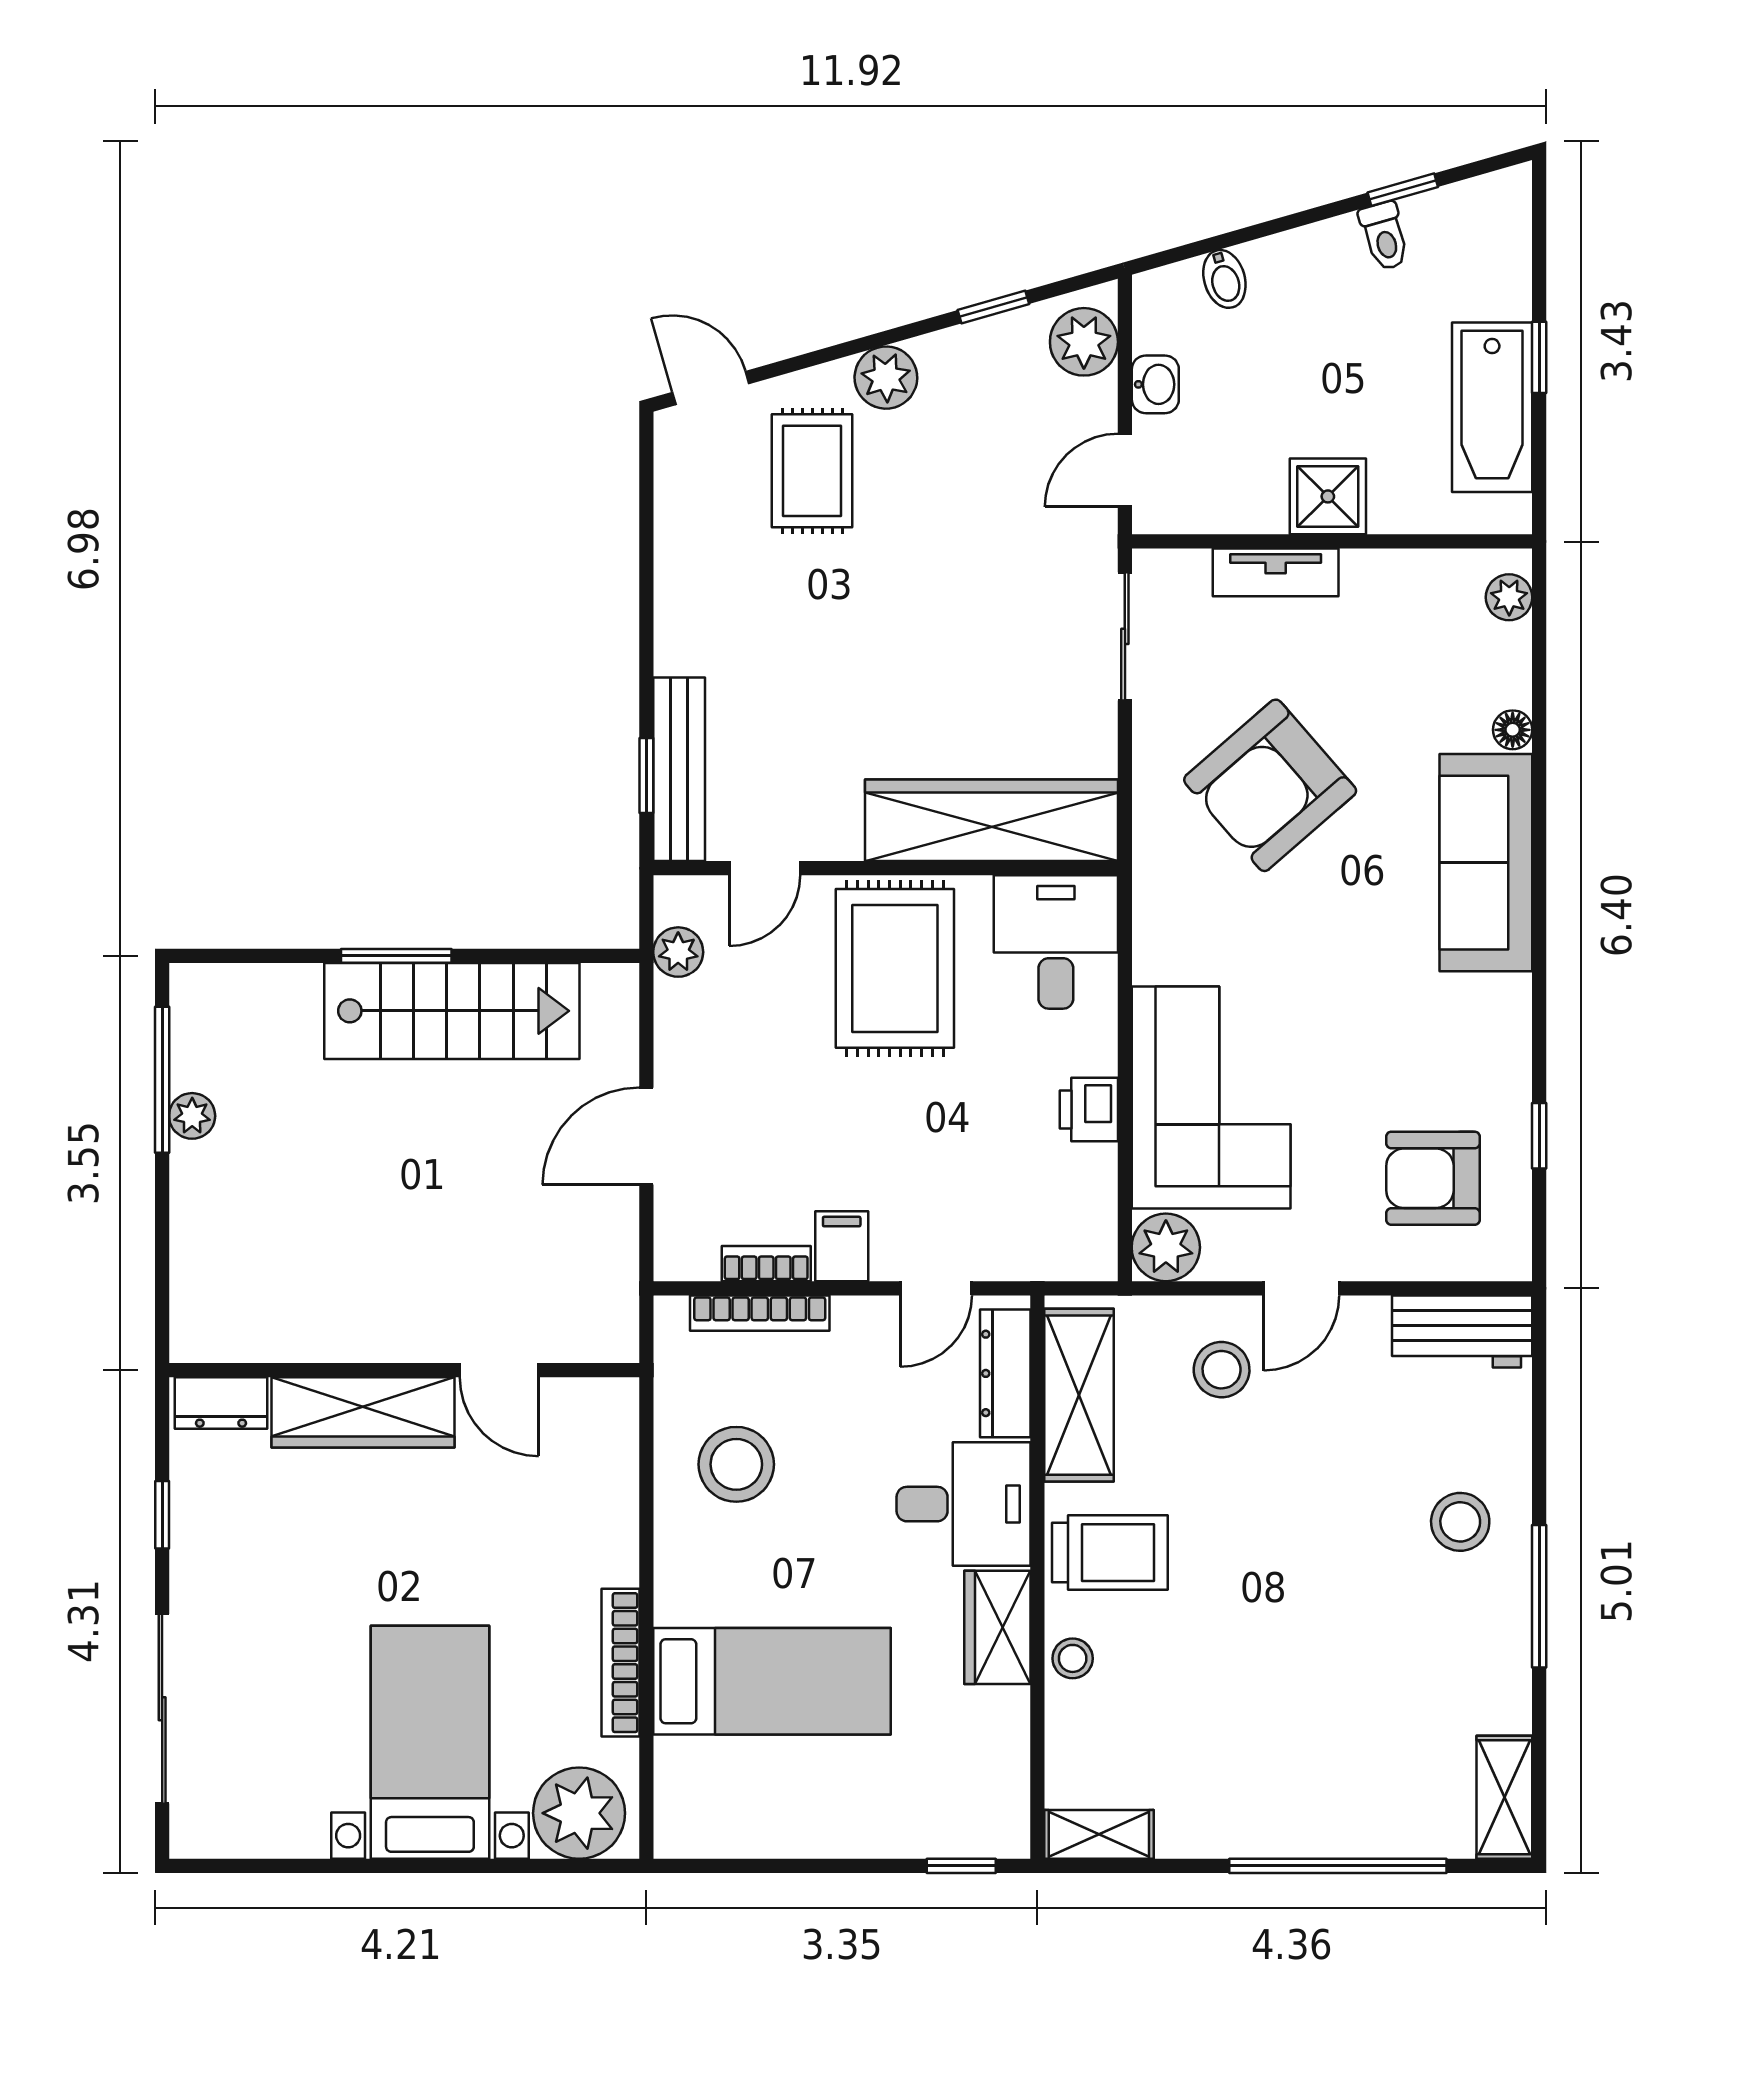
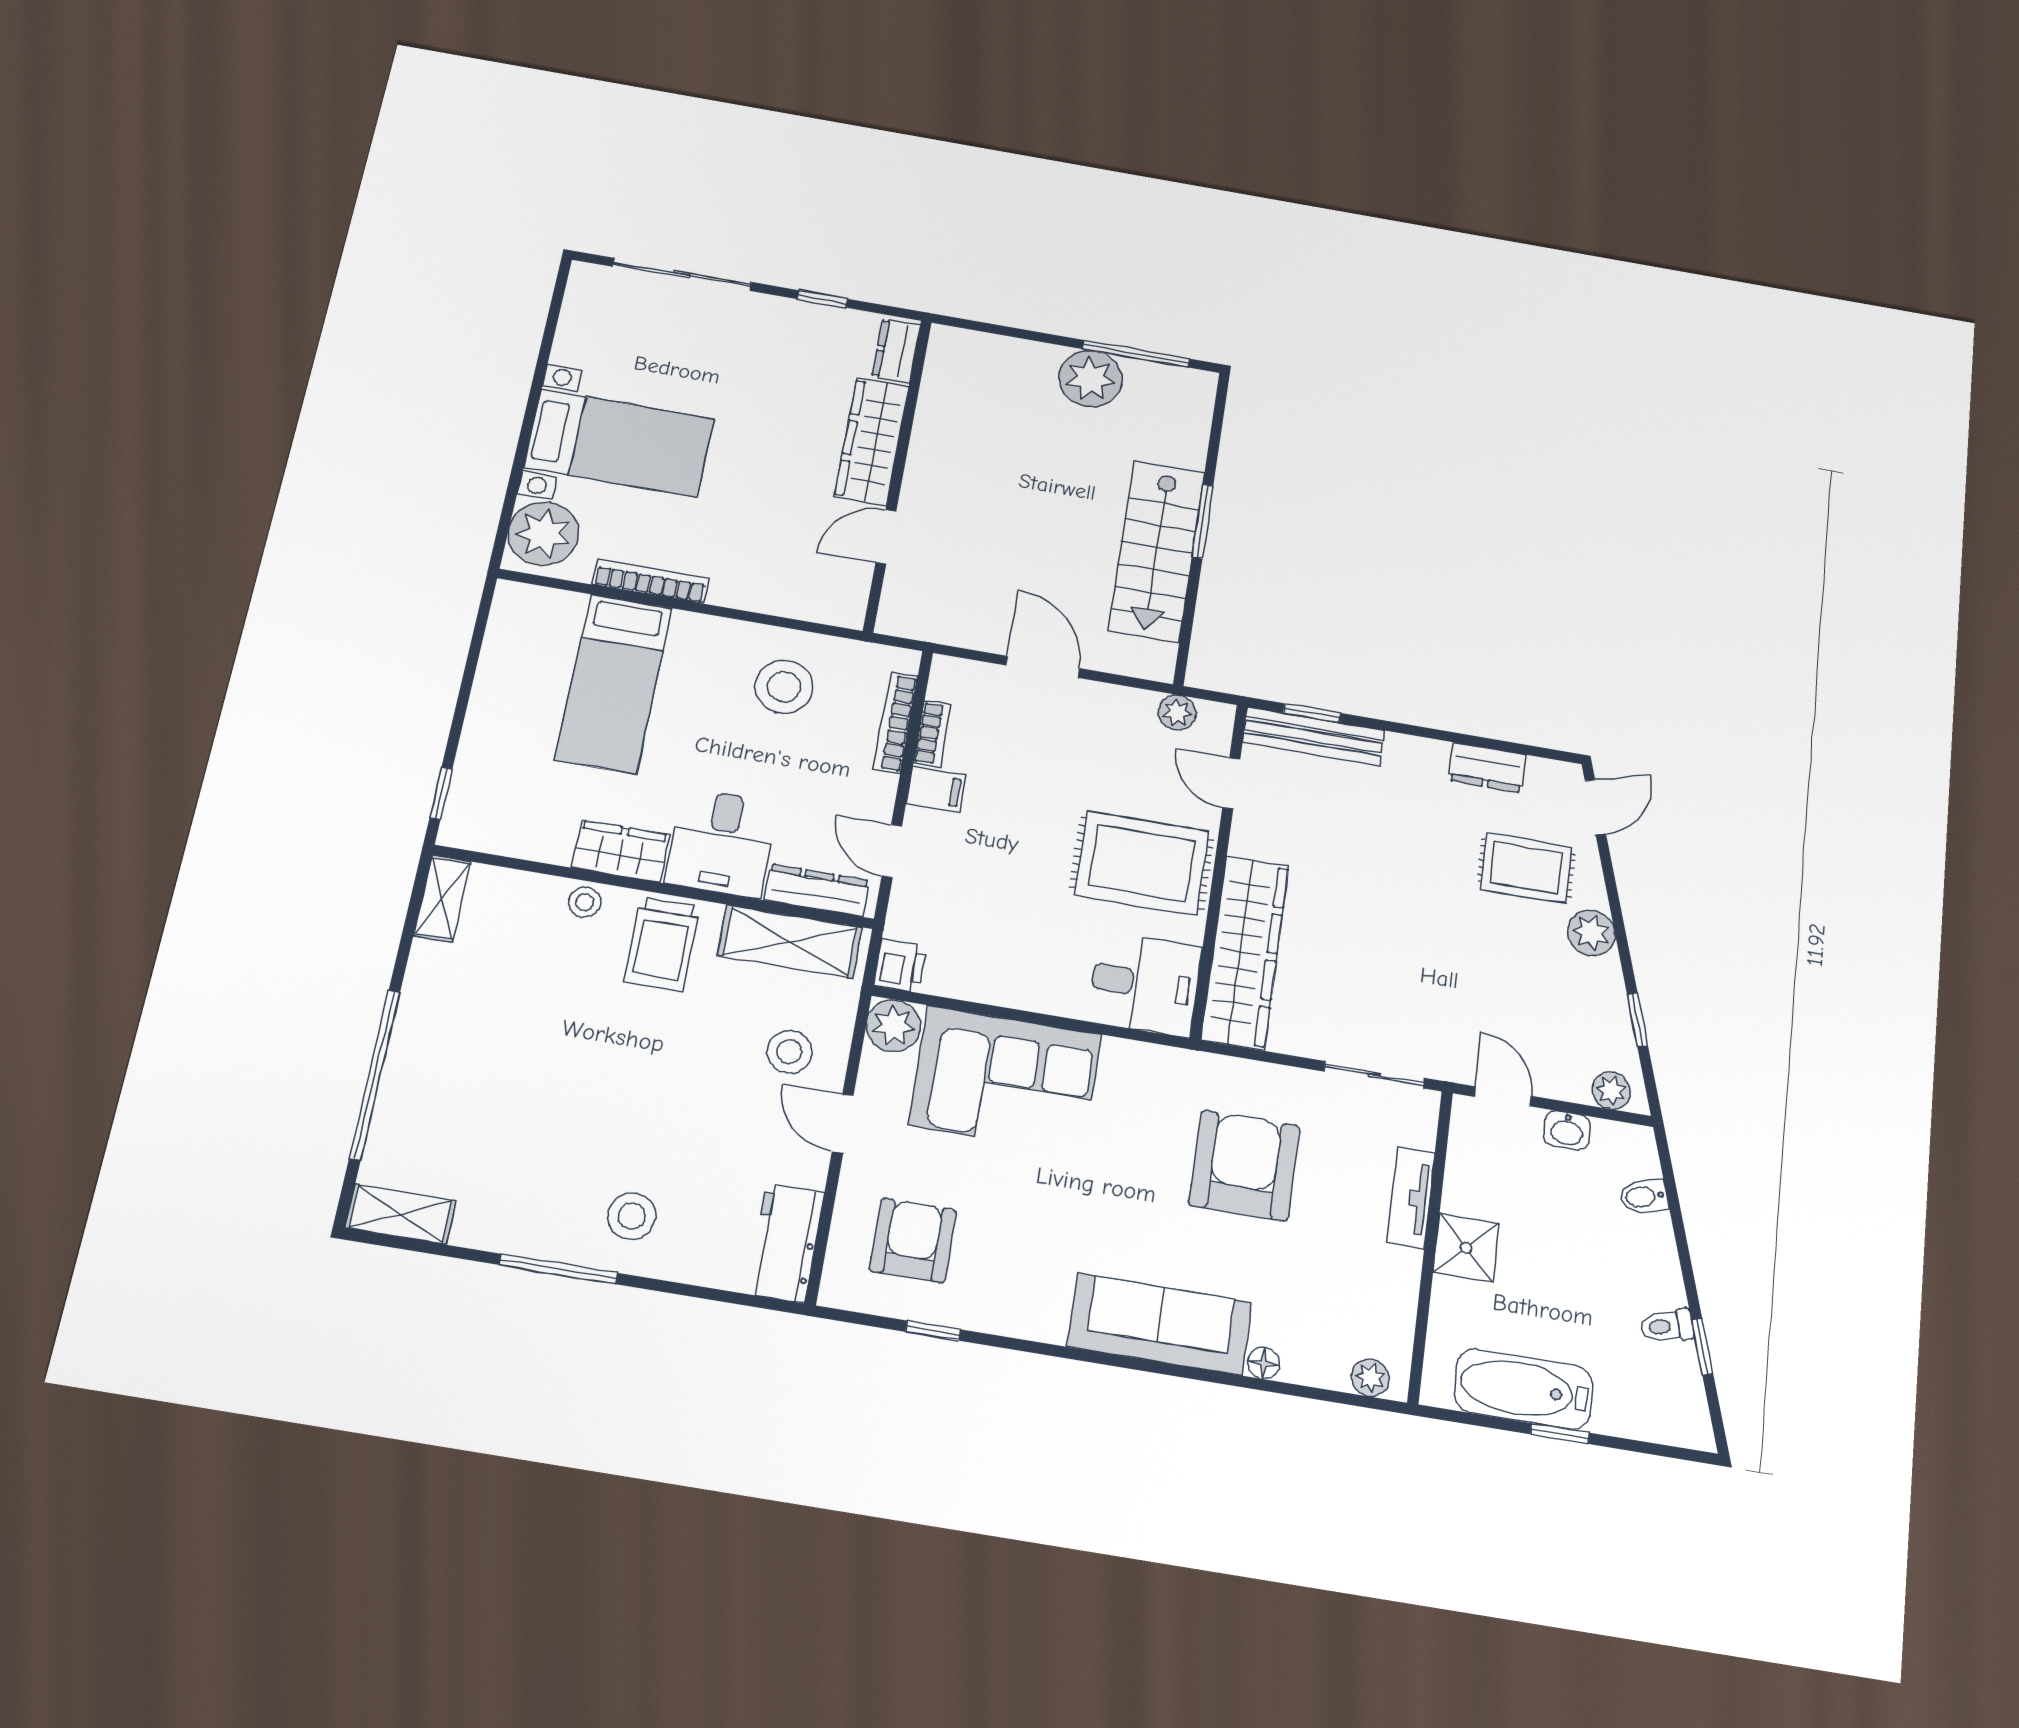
plant: (1084, 342) -> (1611, 1090), width x0.73, depth x0.73
dresser: (681, 536) -> (1487, 767), added
armchair: (1270, 785) -> (1244, 1166), turned 41
printer: (1089, 1109) -> (900, 965), moved, turned 90
plant: (192, 1116) -> (1090, 379), width x1.88, depth x1.88

